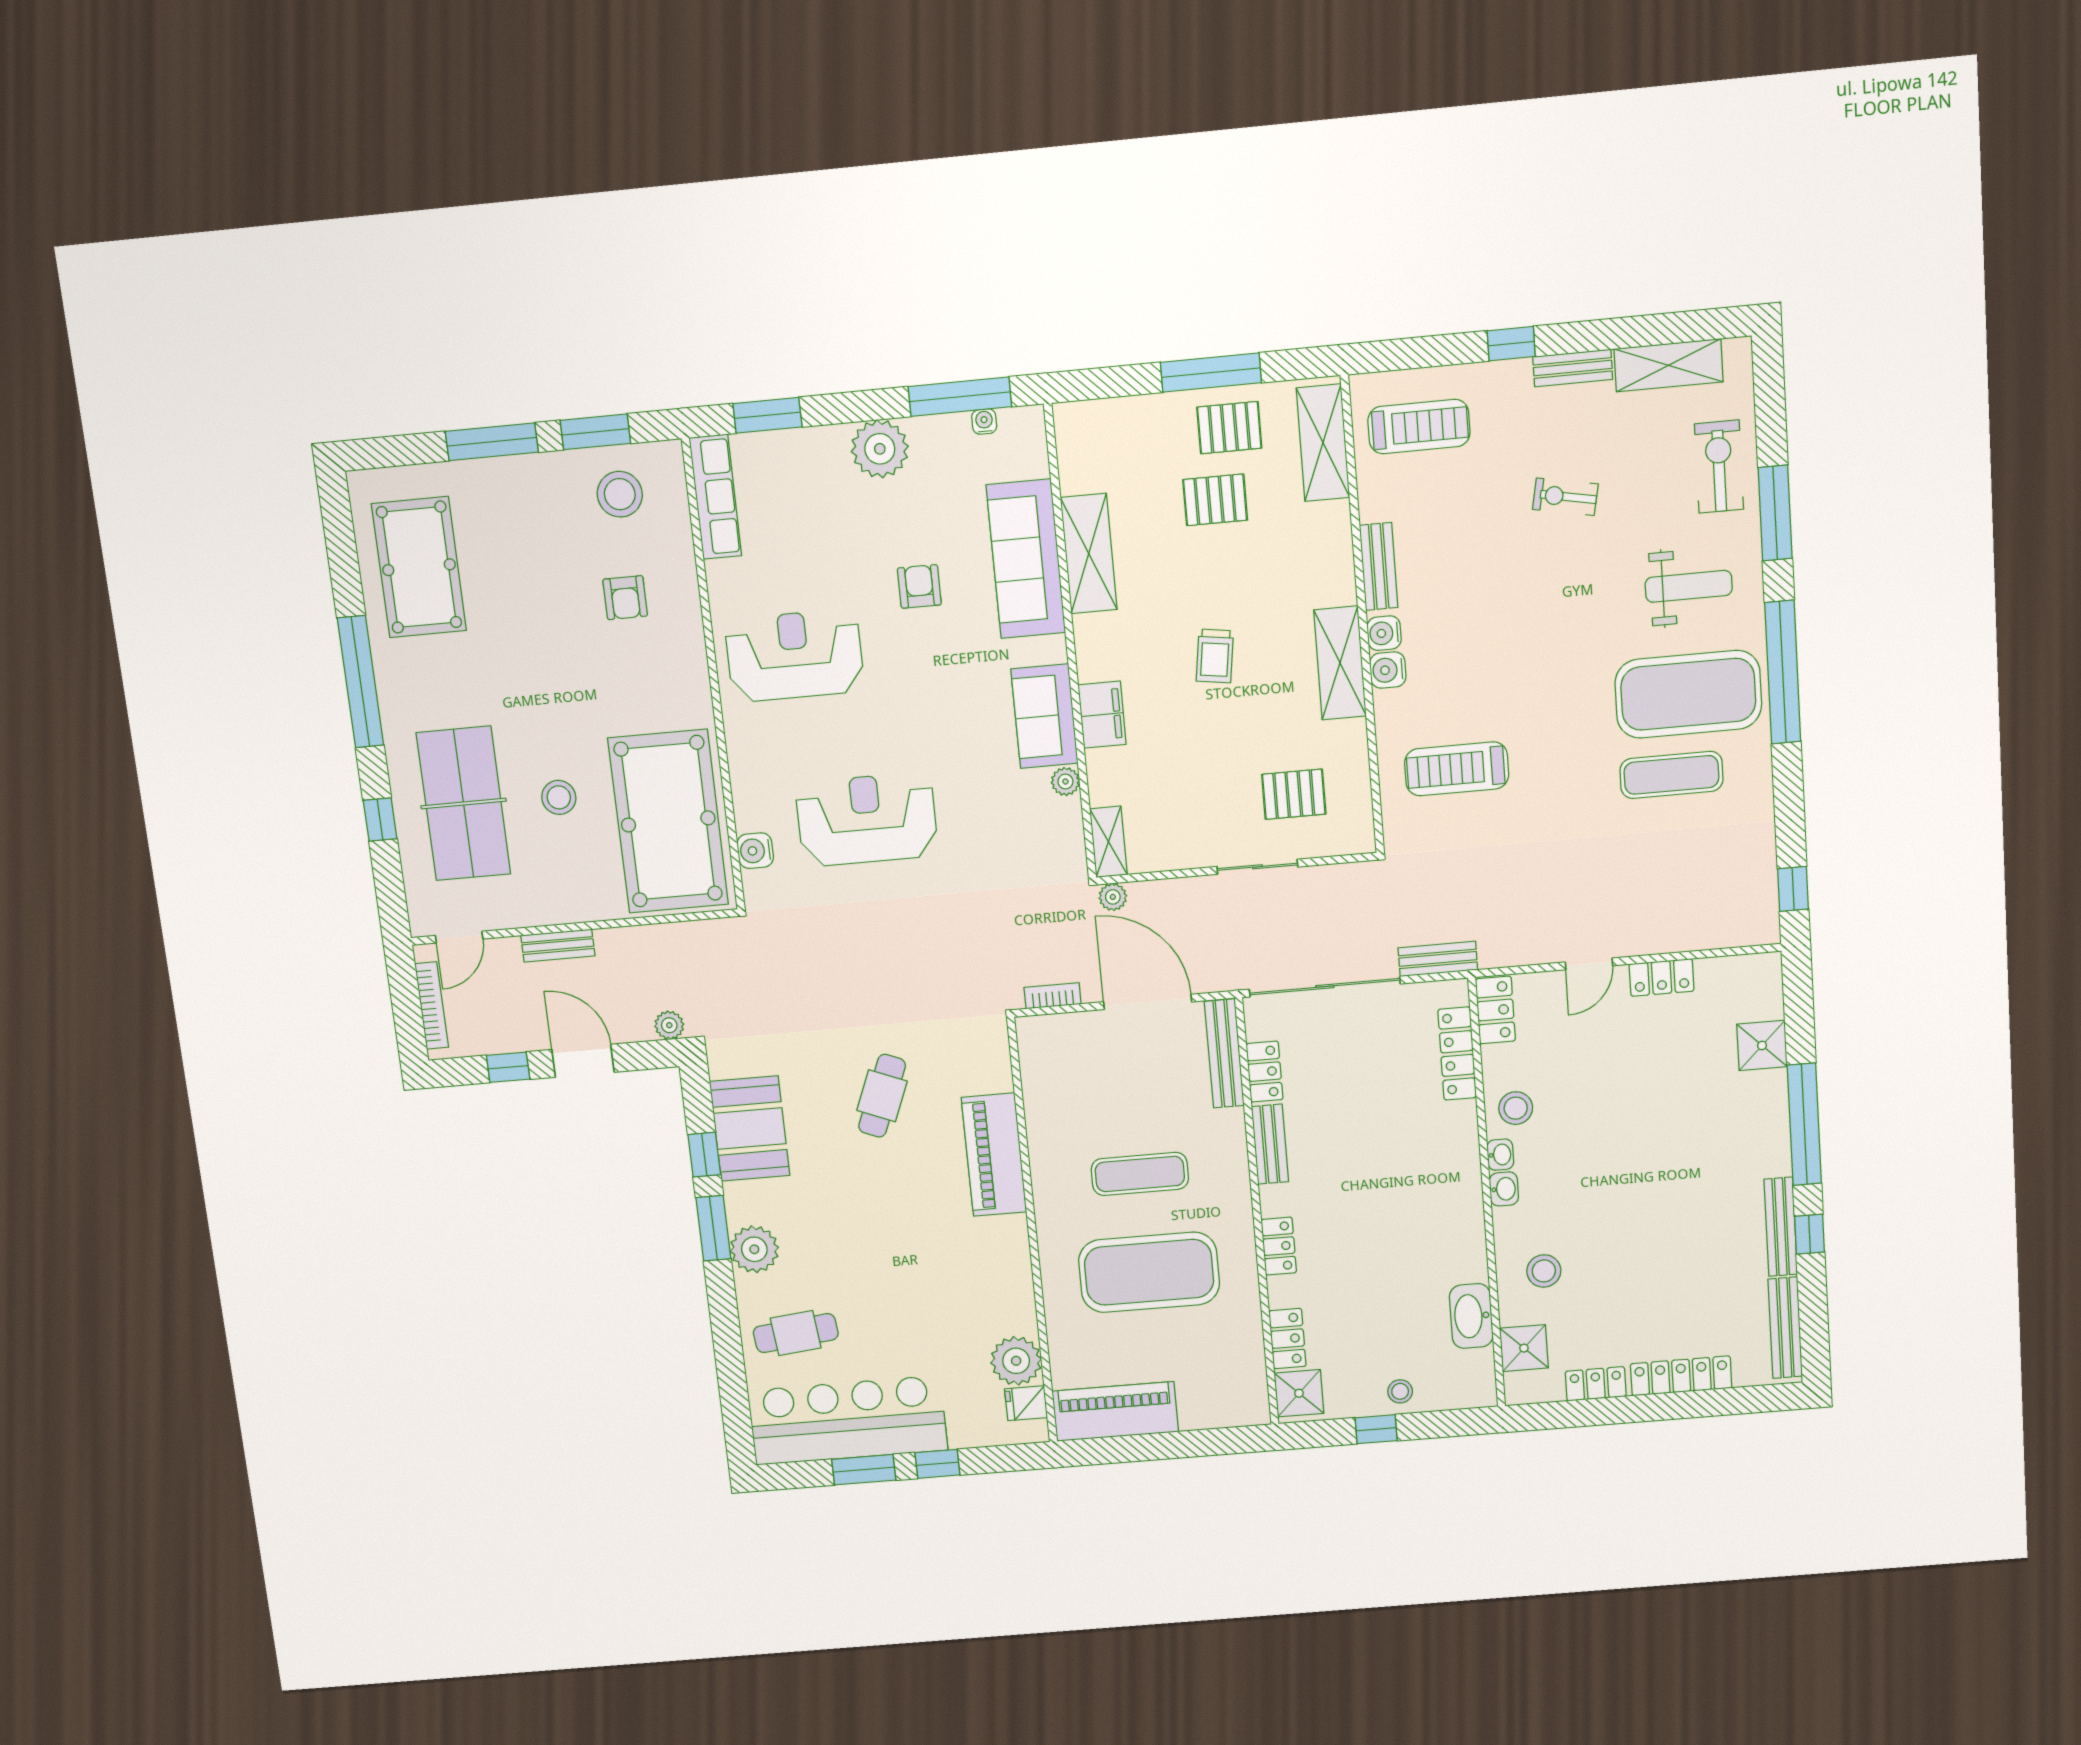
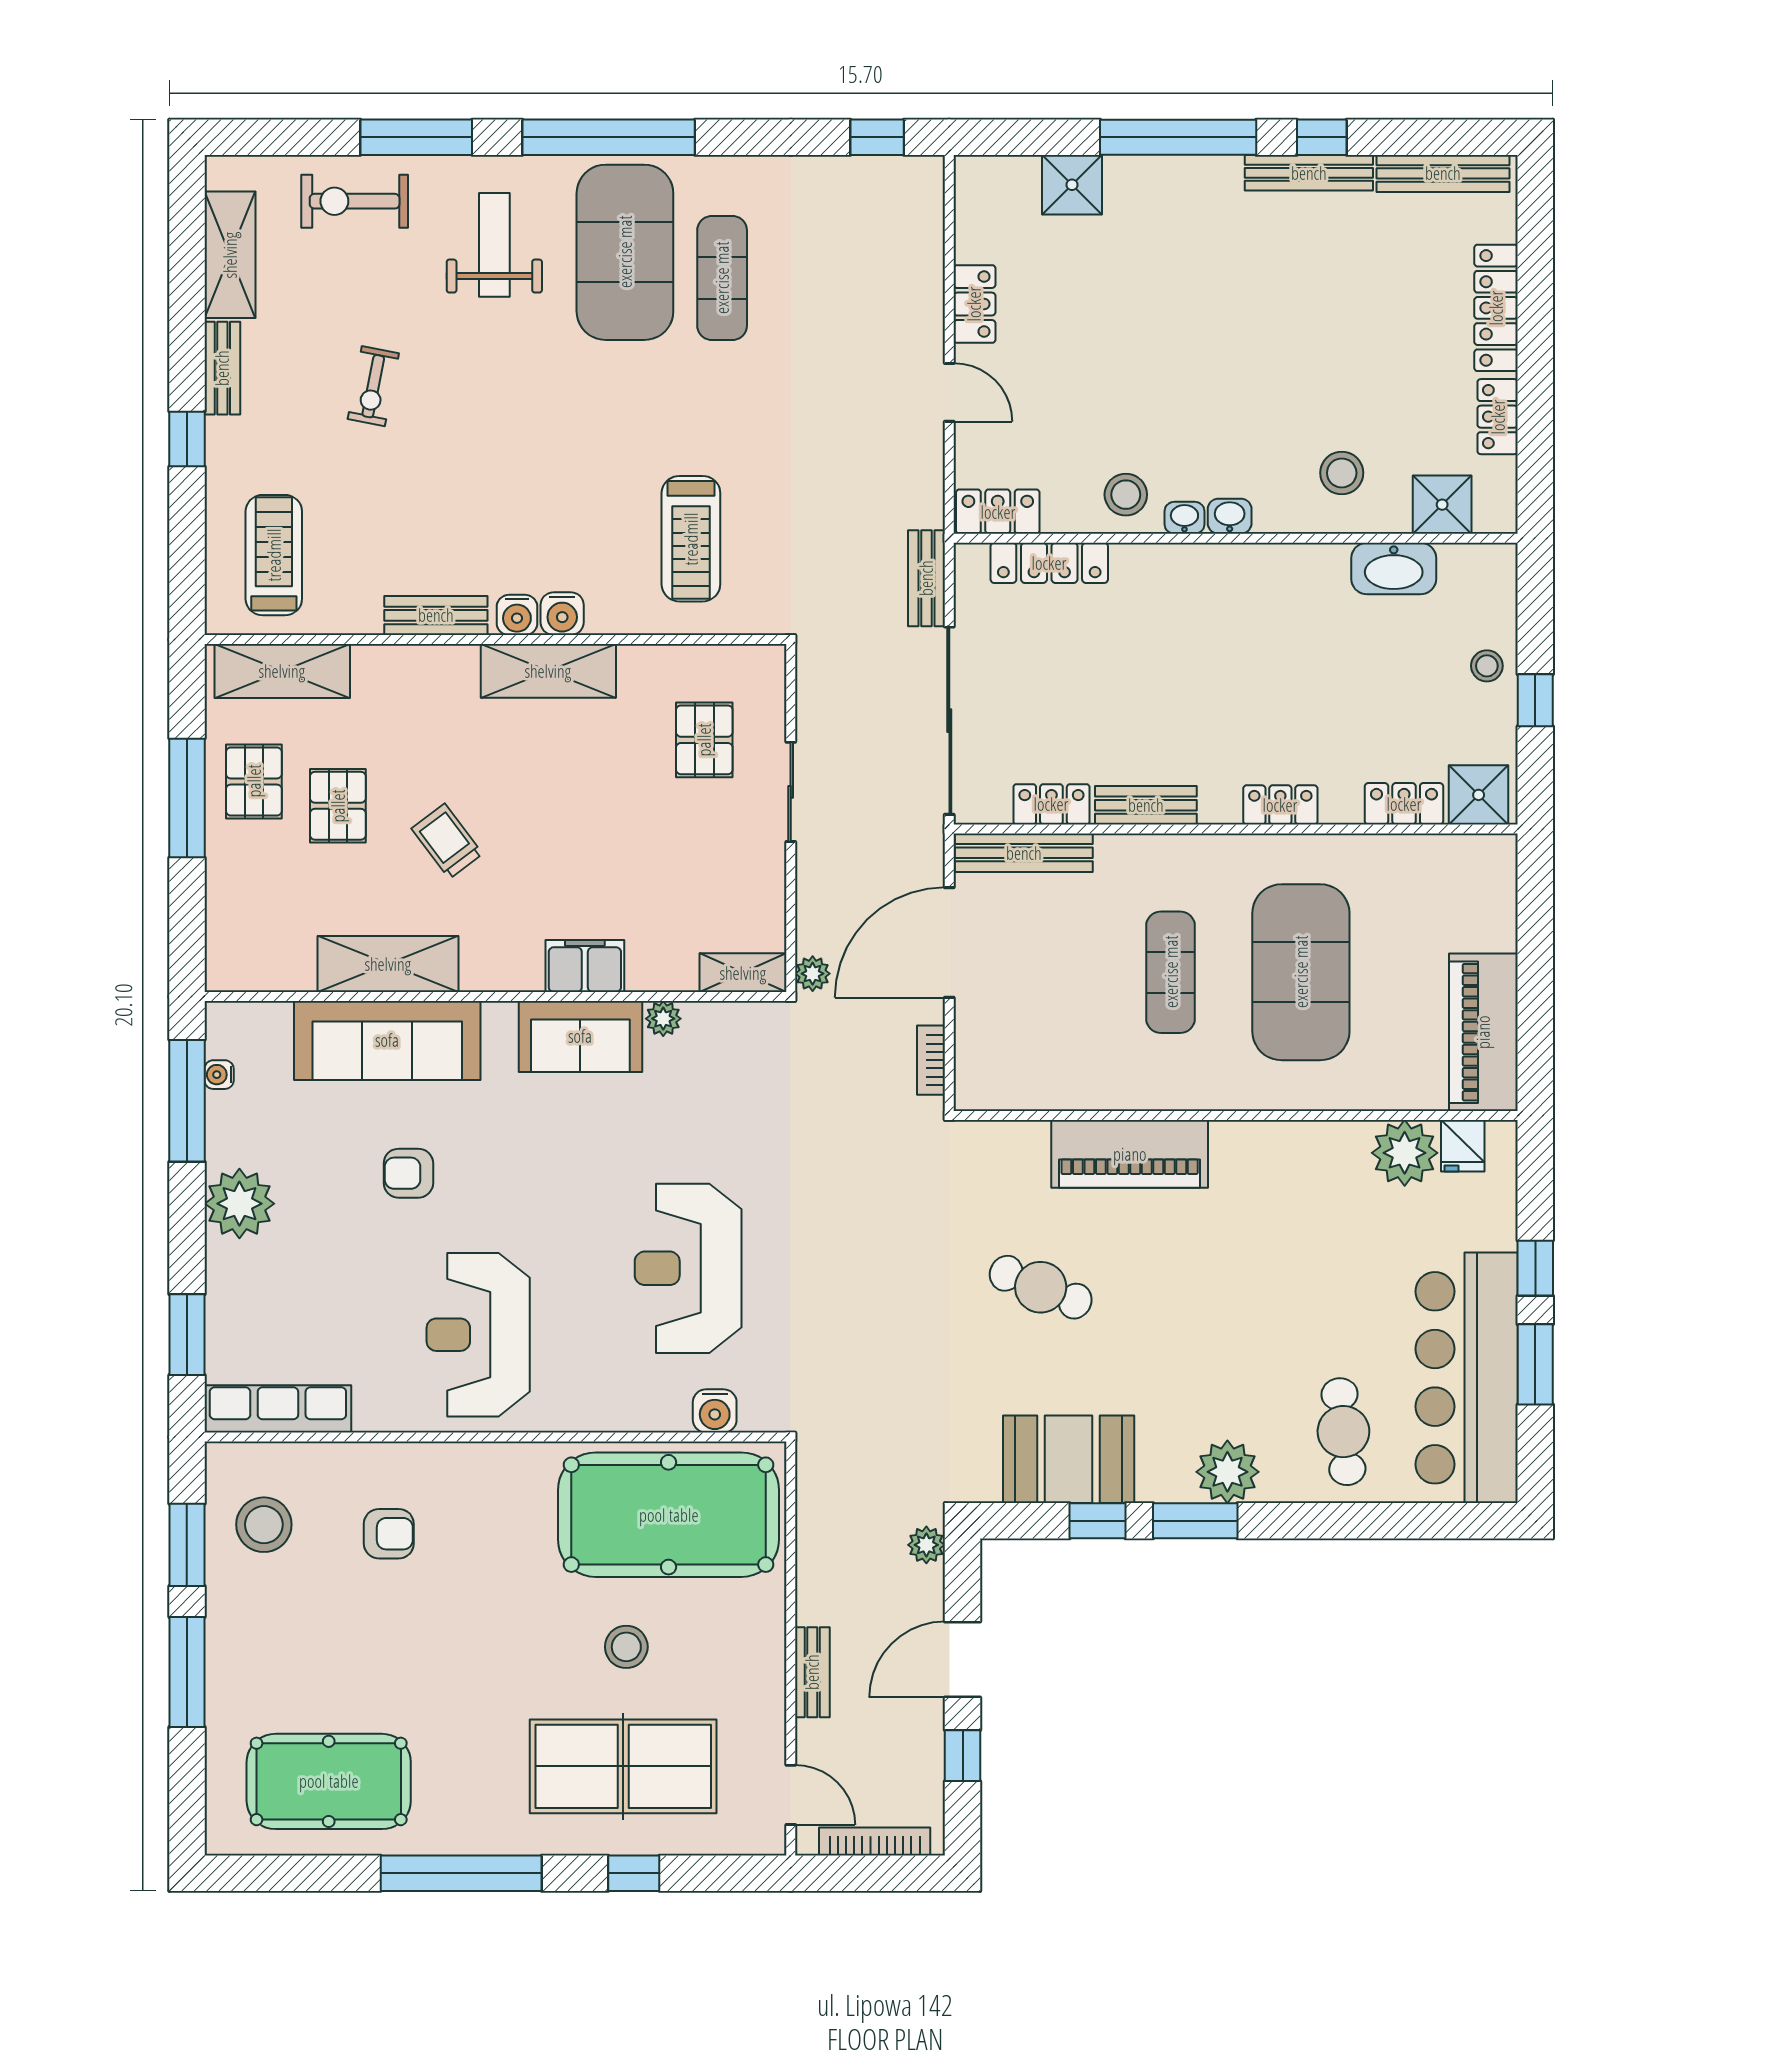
trolley: (1215, 656) -> (447, 841), moved, turned -135

